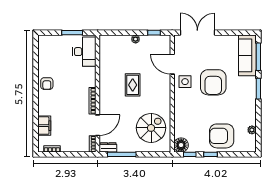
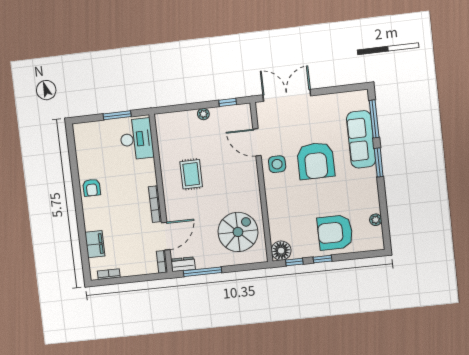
sofa: (247, 55) -> (361, 139), moved
rug: (133, 85) -> (191, 174), moved

